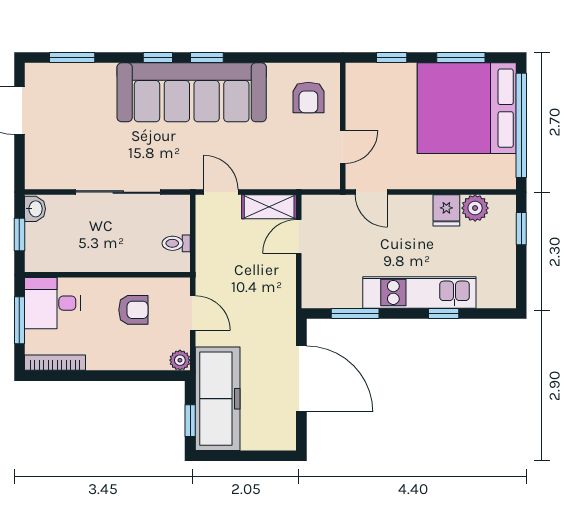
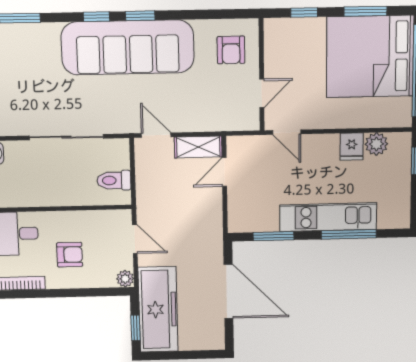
toilet: (176, 243) -> (114, 180), width x1.37, depth x1.39
armchair: (133, 310) -> (70, 255), moved
window: (444, 314) -> (349, 234), width x2.17

